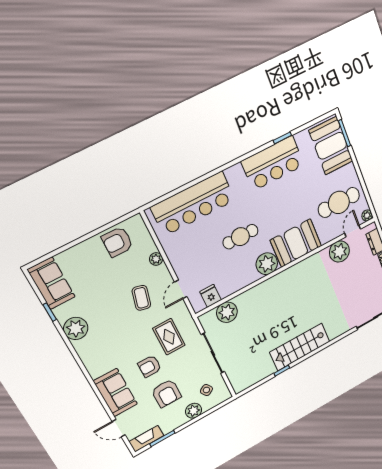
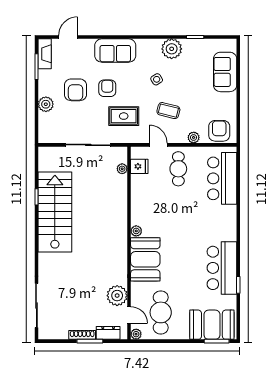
bar counter: (193, 204) -> (222, 178), width x0.73
cafe table: (240, 237) -> (178, 169), moved
armchair: (117, 242) -> (219, 131), moved
plant: (267, 264) -> (136, 231), width x0.53, depth x0.53
sofa: (51, 283) -> (225, 72), moved, turned 90
plant: (227, 312) -> (122, 169), width x0.53, depth x0.53
stairs: (300, 347) -> (55, 212), width x1.36, depth x1.51
side table: (206, 390) -> (157, 79), moved
sofa: (115, 393) -> (115, 51), moved
armchair: (166, 393) -> (75, 90), turned -90

